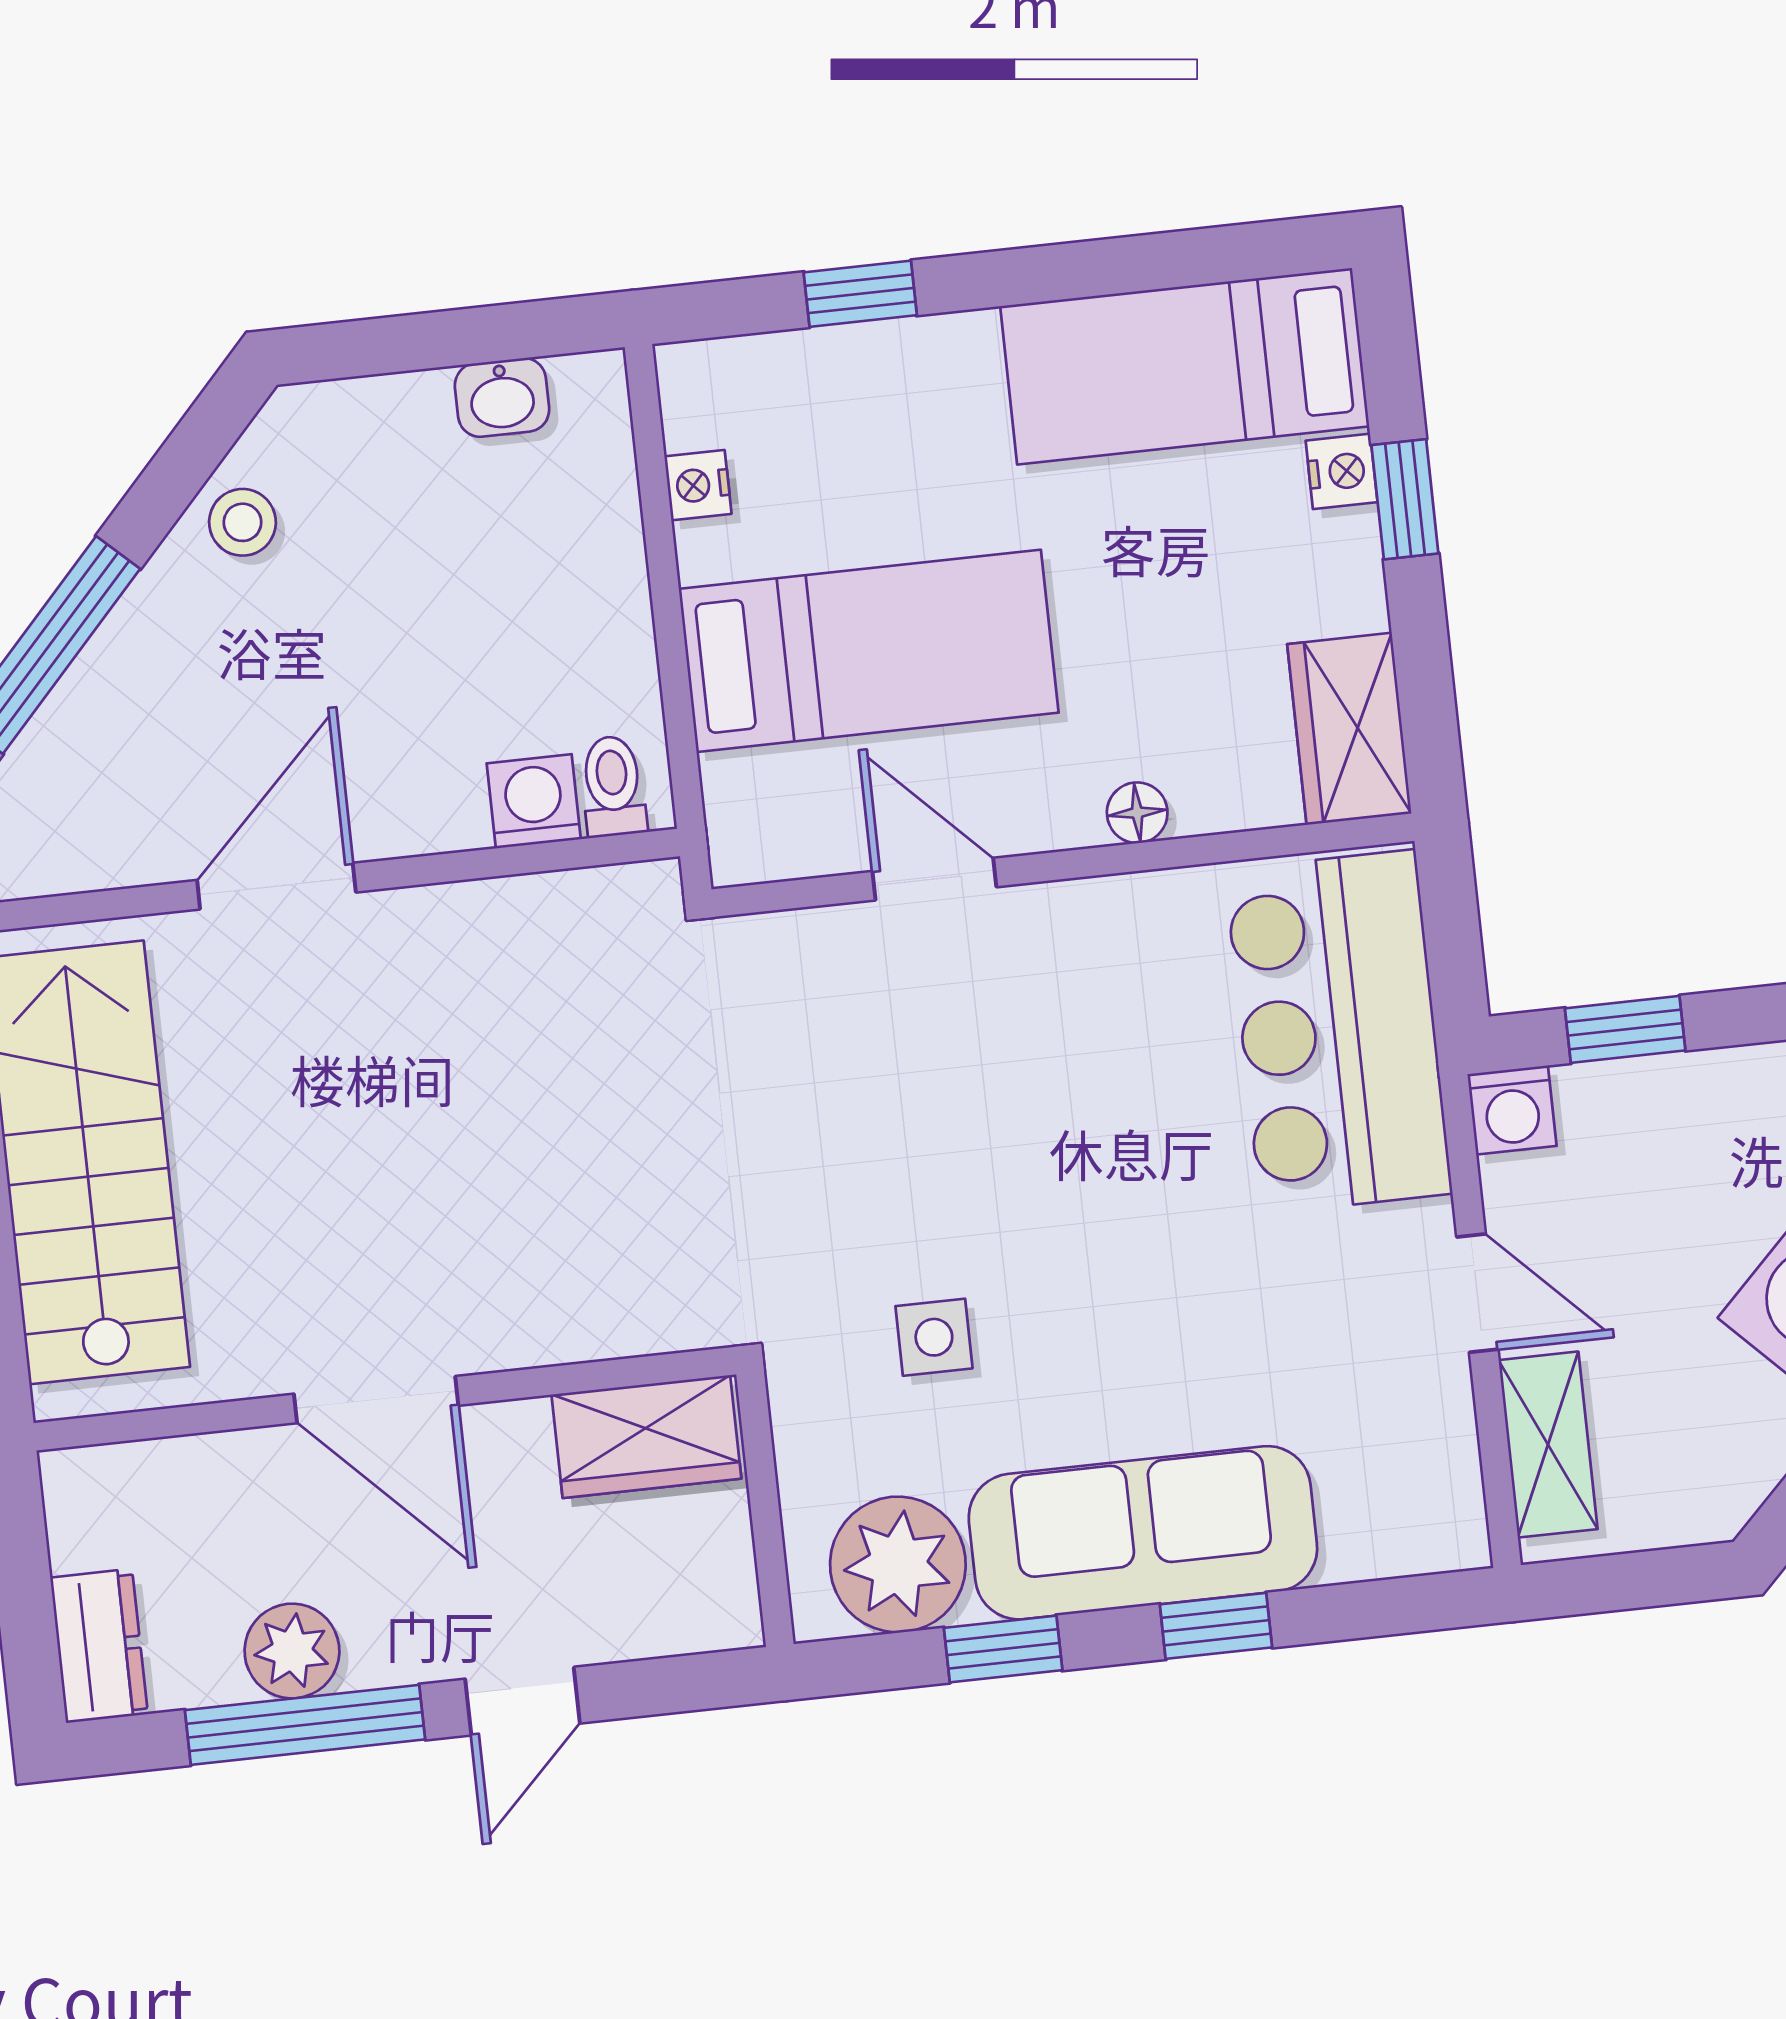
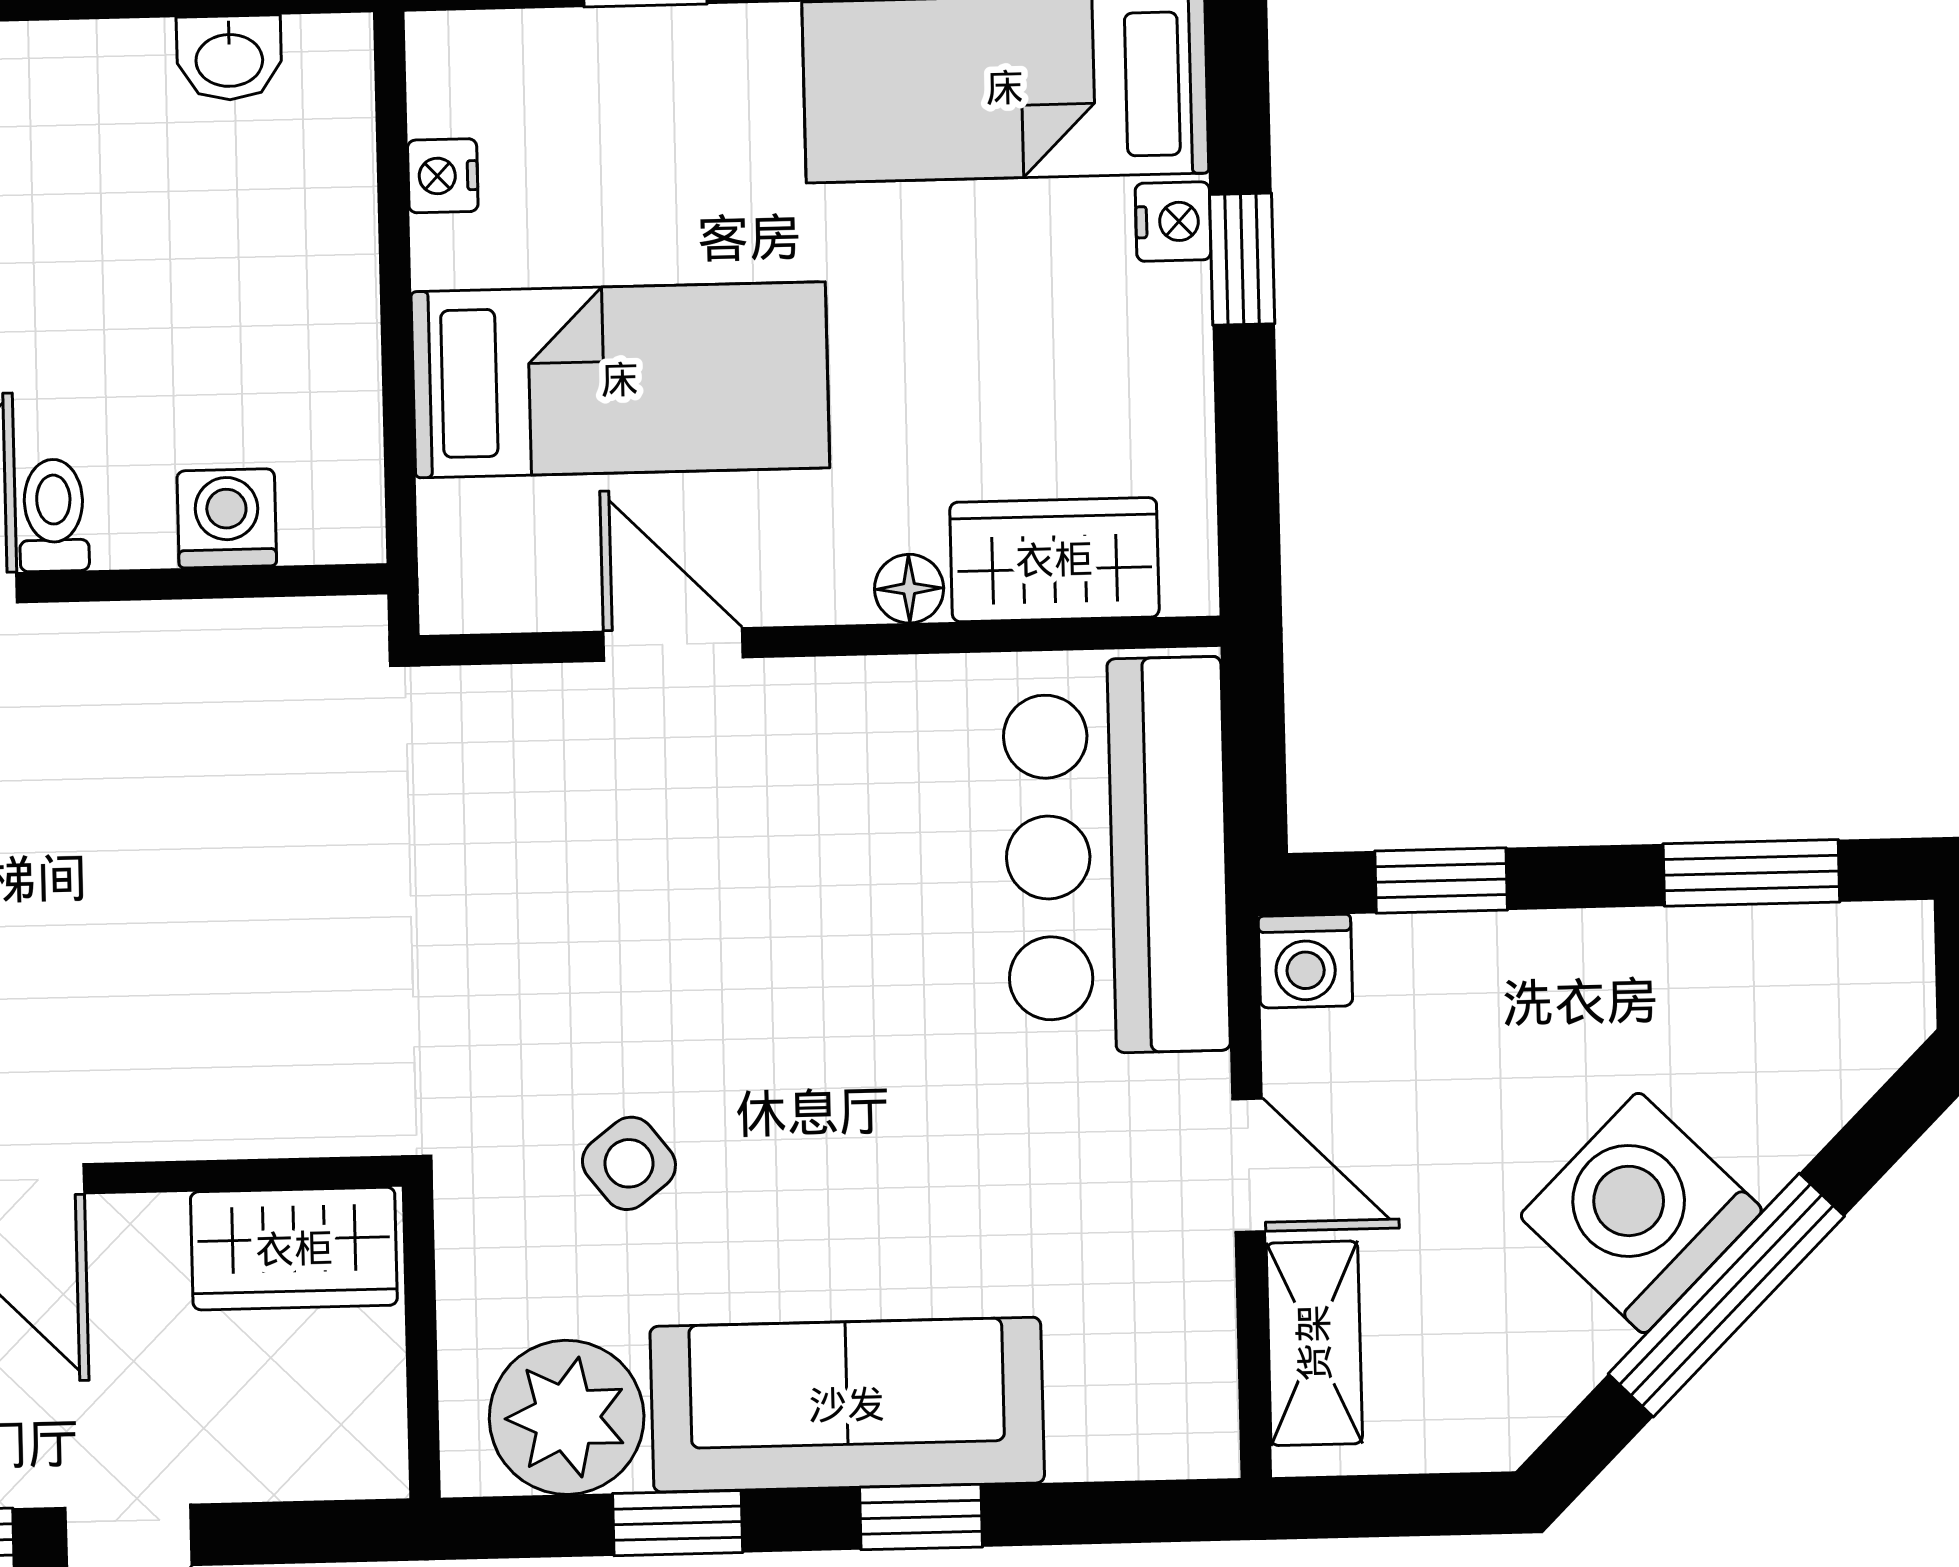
wardrobe: (1349, 729) -> (1054, 560), moved, turned 90
toilet: (613, 786) -> (54, 515), moved
side table: (934, 1337) -> (629, 1163), turned -38

